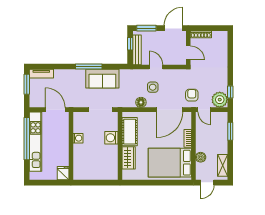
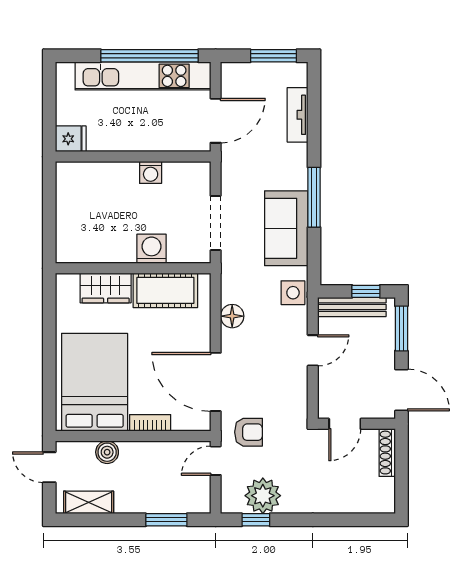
tv unit: (41, 74) -> (298, 115), moved
side table: (153, 87) -> (293, 293), moved
plant: (220, 100) -> (263, 496), moved

